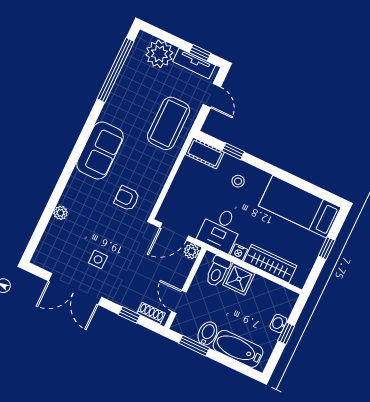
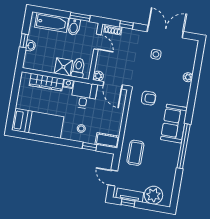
window: (116, 70) -> (184, 146), moved
coffee table: (168, 123) -> (135, 153), width x0.73, depth x0.76
door: (174, 232) -> (113, 85), swing flipped
window: (327, 248) -> (13, 102), removed

